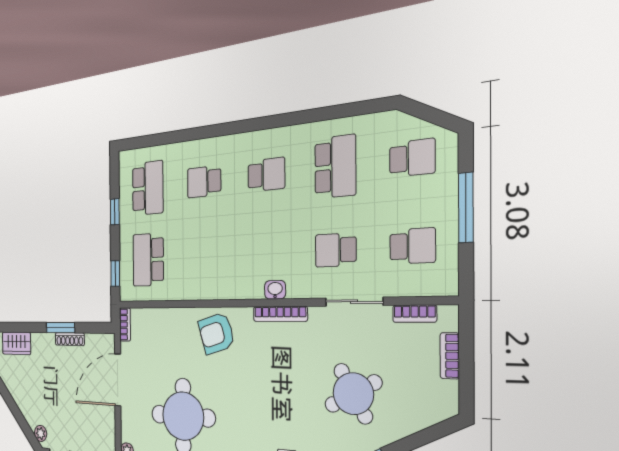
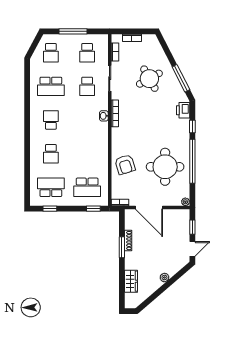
school desk: (412, 158) -> (51, 53), turned 180
school desk: (335, 167) -> (51, 86), turned 180
window: (115, 212) -> (50, 209), moved
school desk: (412, 246) -> (87, 53), turned 180
armchair: (216, 333) -> (125, 165), moved
plant: (41, 433) -> (164, 277), moved

